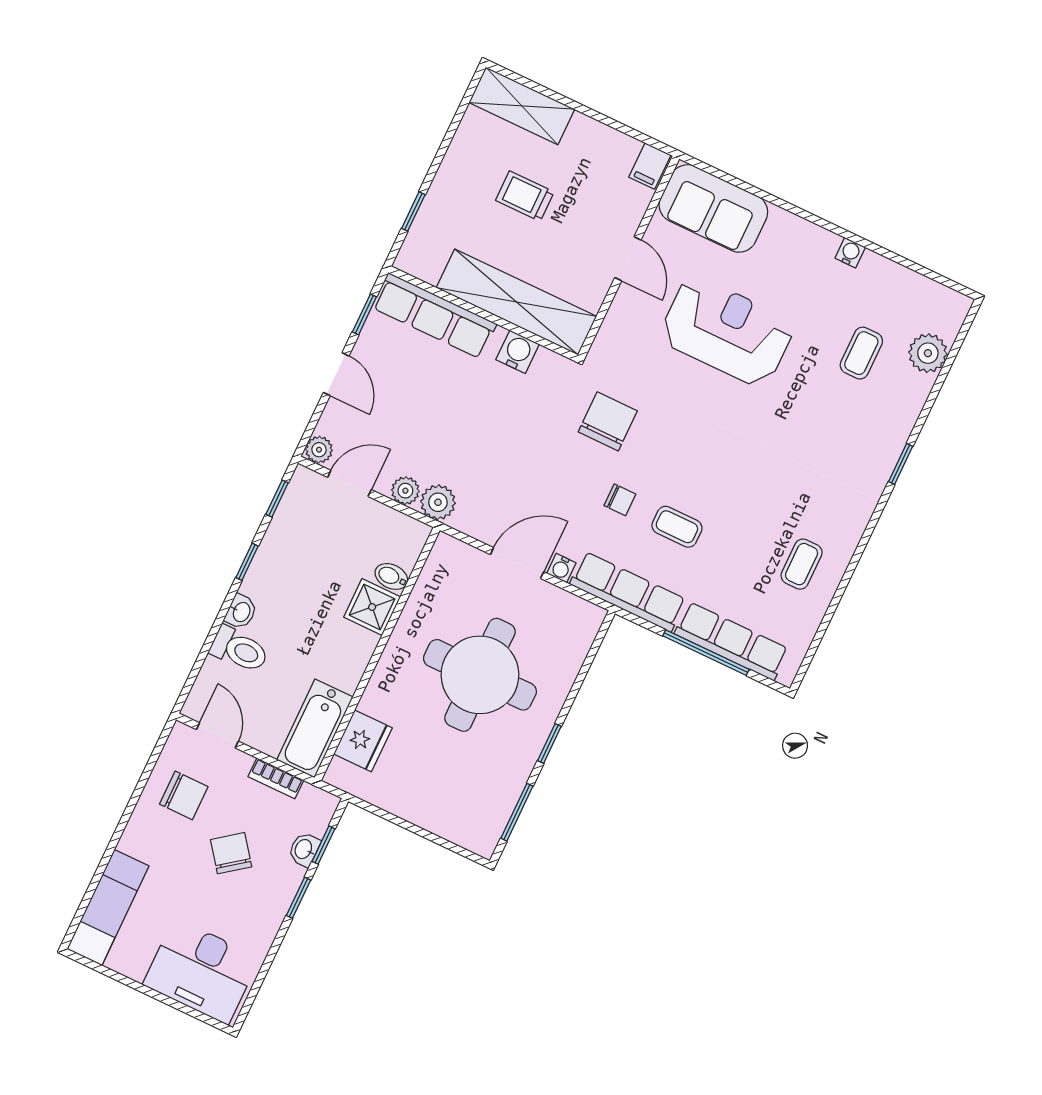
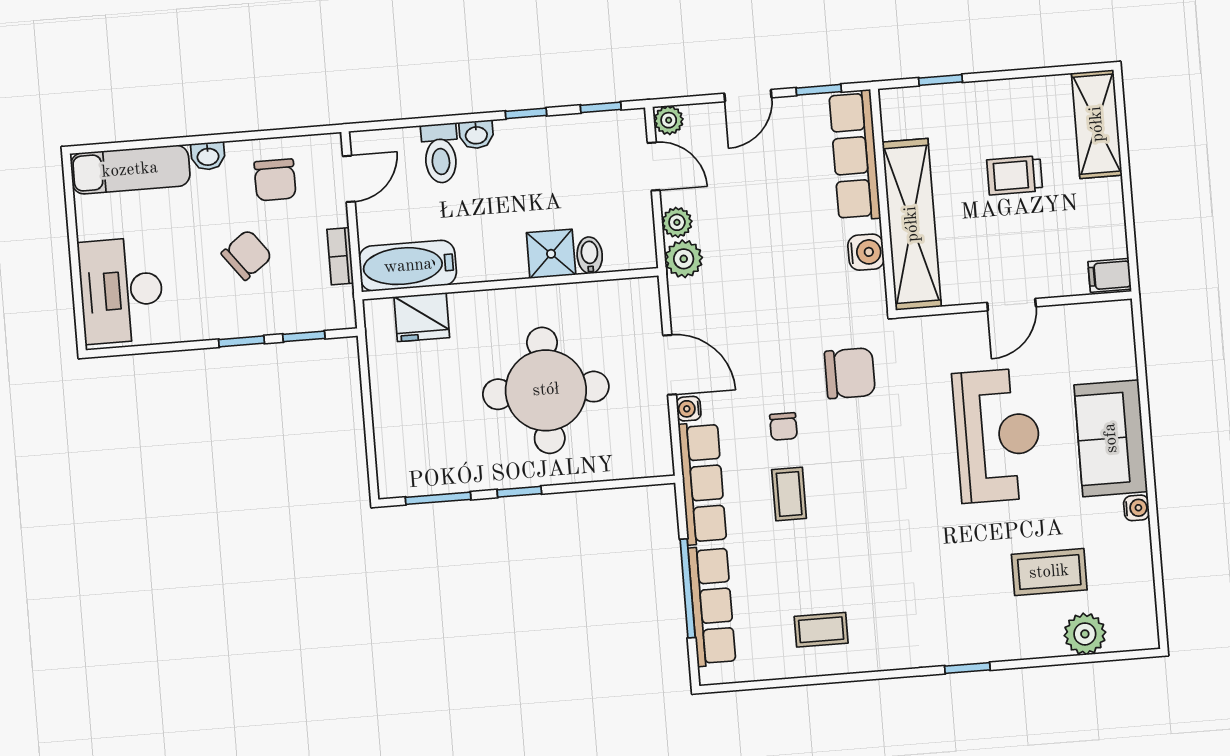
trolley: (525, 196) -> (1015, 175), turned -90
sofa: (713, 208) -> (1111, 438), moved
coffee table: (861, 353) -> (1049, 572), width x1.36, depth x1.30
washbasin: (304, 849) -> (208, 156), moved, turned 180

